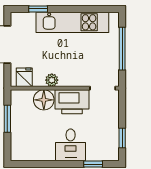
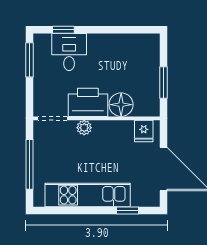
plant: (52, 80) -> (84, 128), moved
window: (122, 138) -> (30, 60), width x1.50
desk: (71, 145) -> (69, 52), moved

